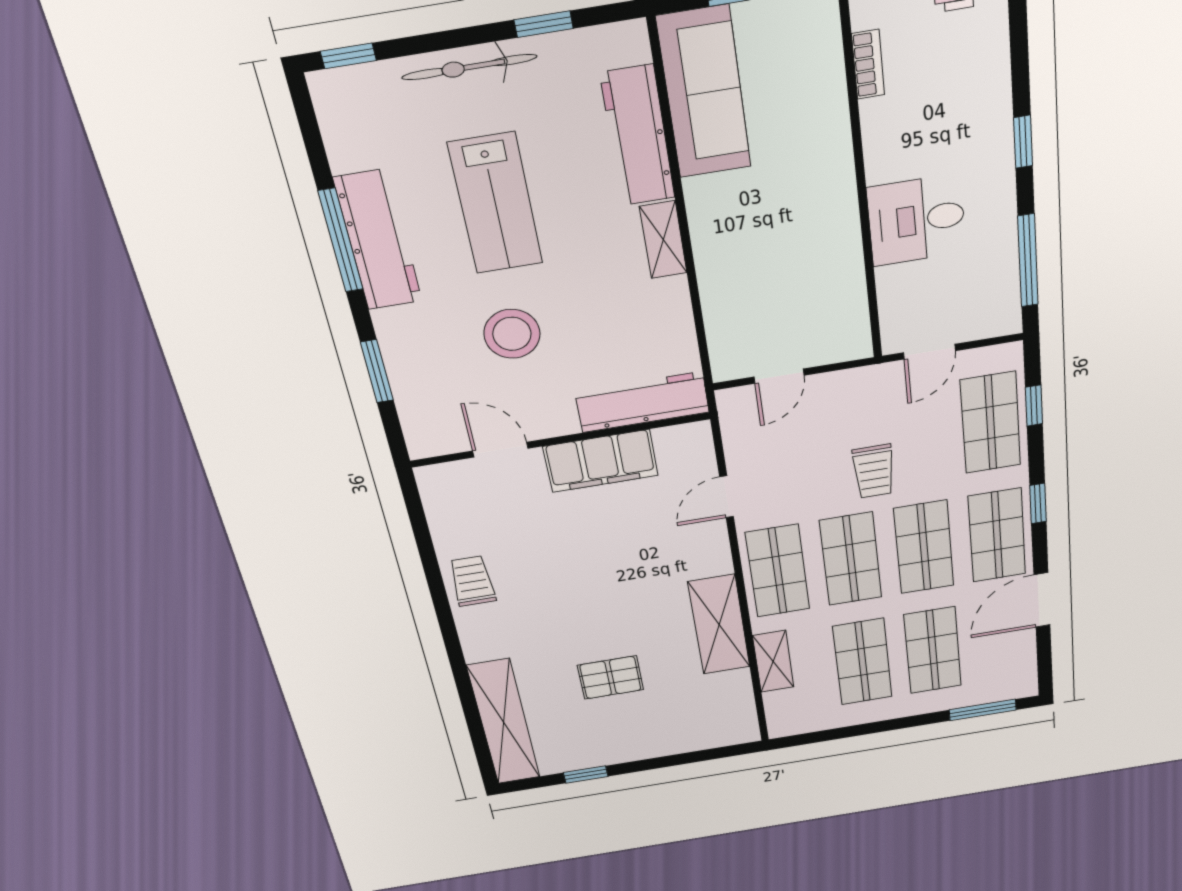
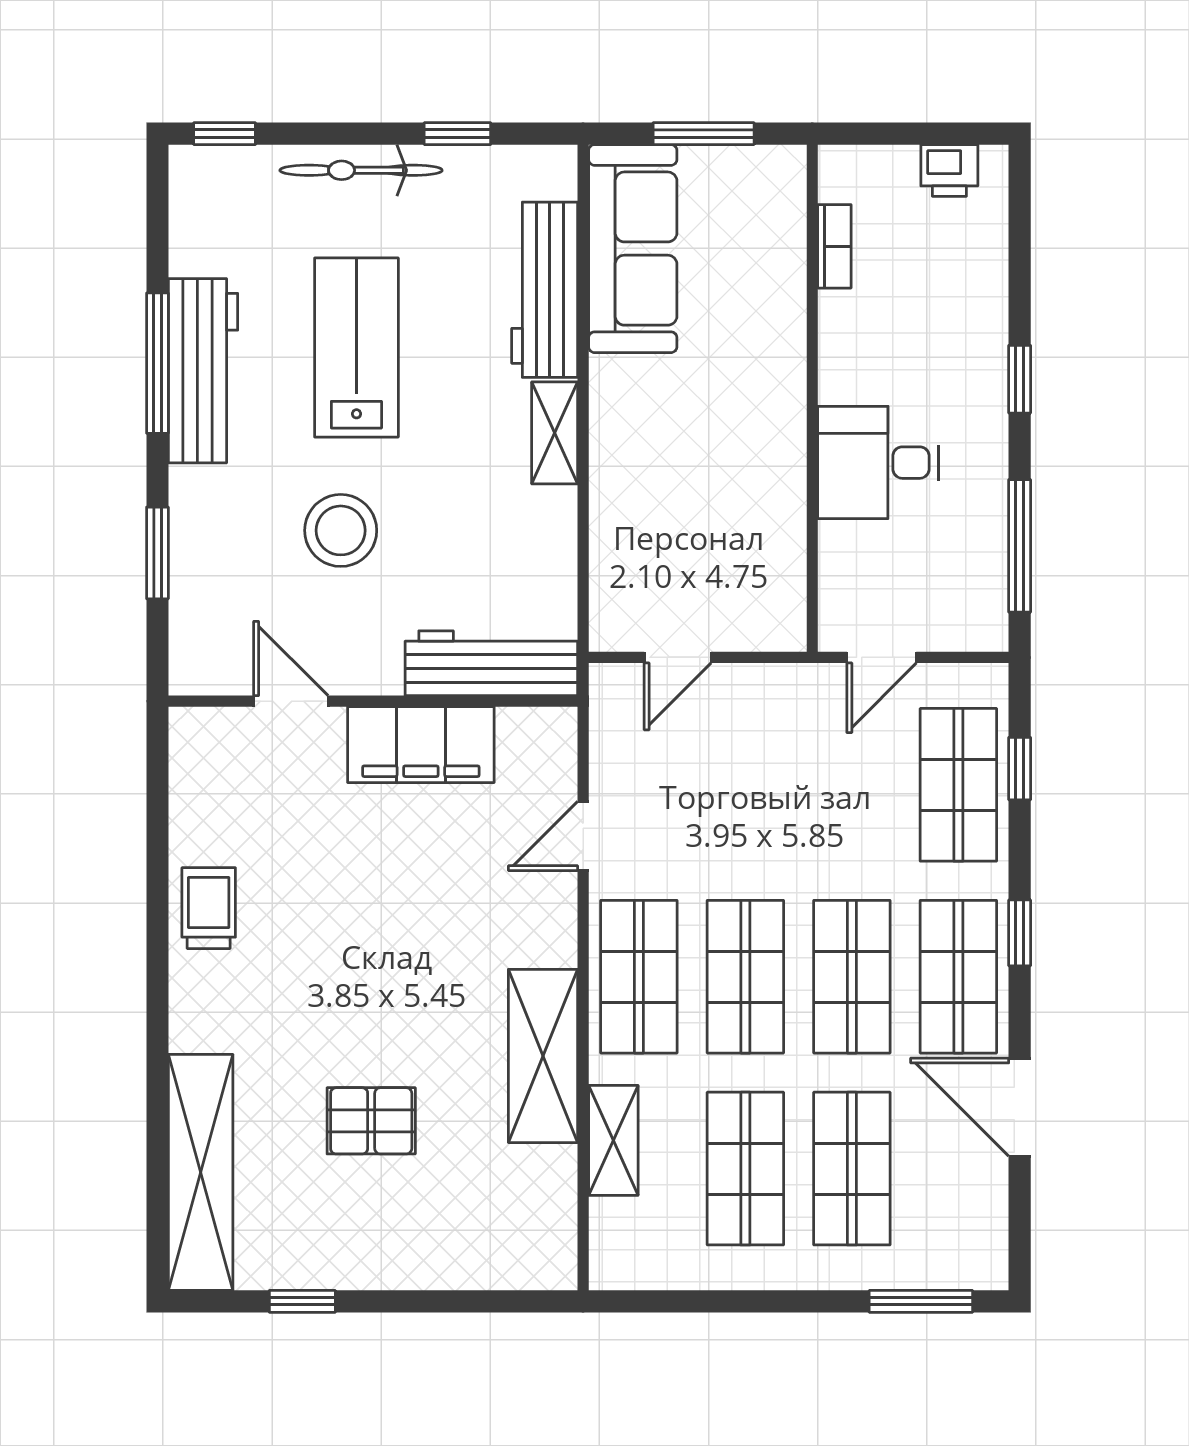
lab bench: (496, 204) -> (356, 348), turned 180
trolley: (874, 471) -> (791, 833), removed
door: (1042, 600) -> (1020, 1107), hinge flipped

